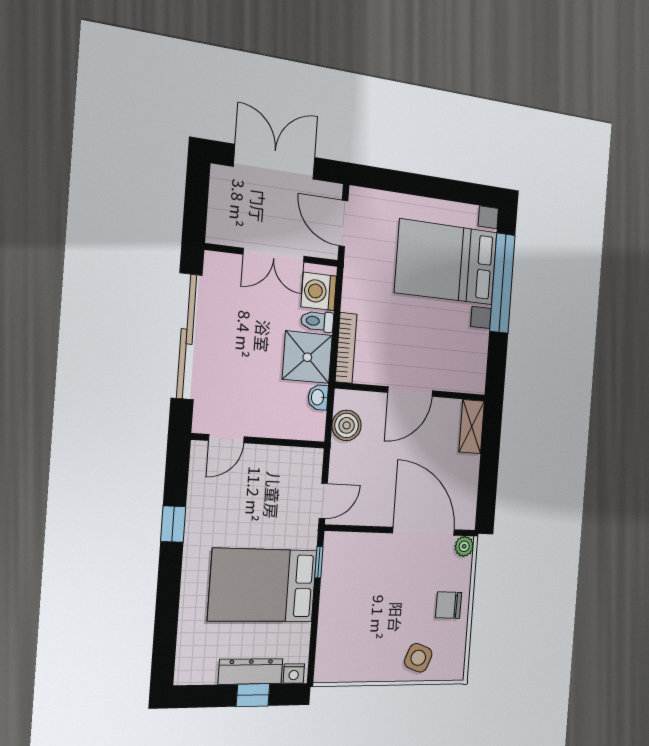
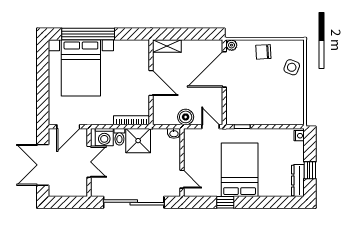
washbasin: (318, 397) -> (174, 133), moved
boiler: (347, 425) -> (186, 117), moved
bed: (263, 585) -> (240, 170), moved, turned 180
chair: (449, 605) -> (263, 52), turned 86
dresser: (251, 671) -> (298, 181), moved
window: (253, 695) -> (310, 170), moved

